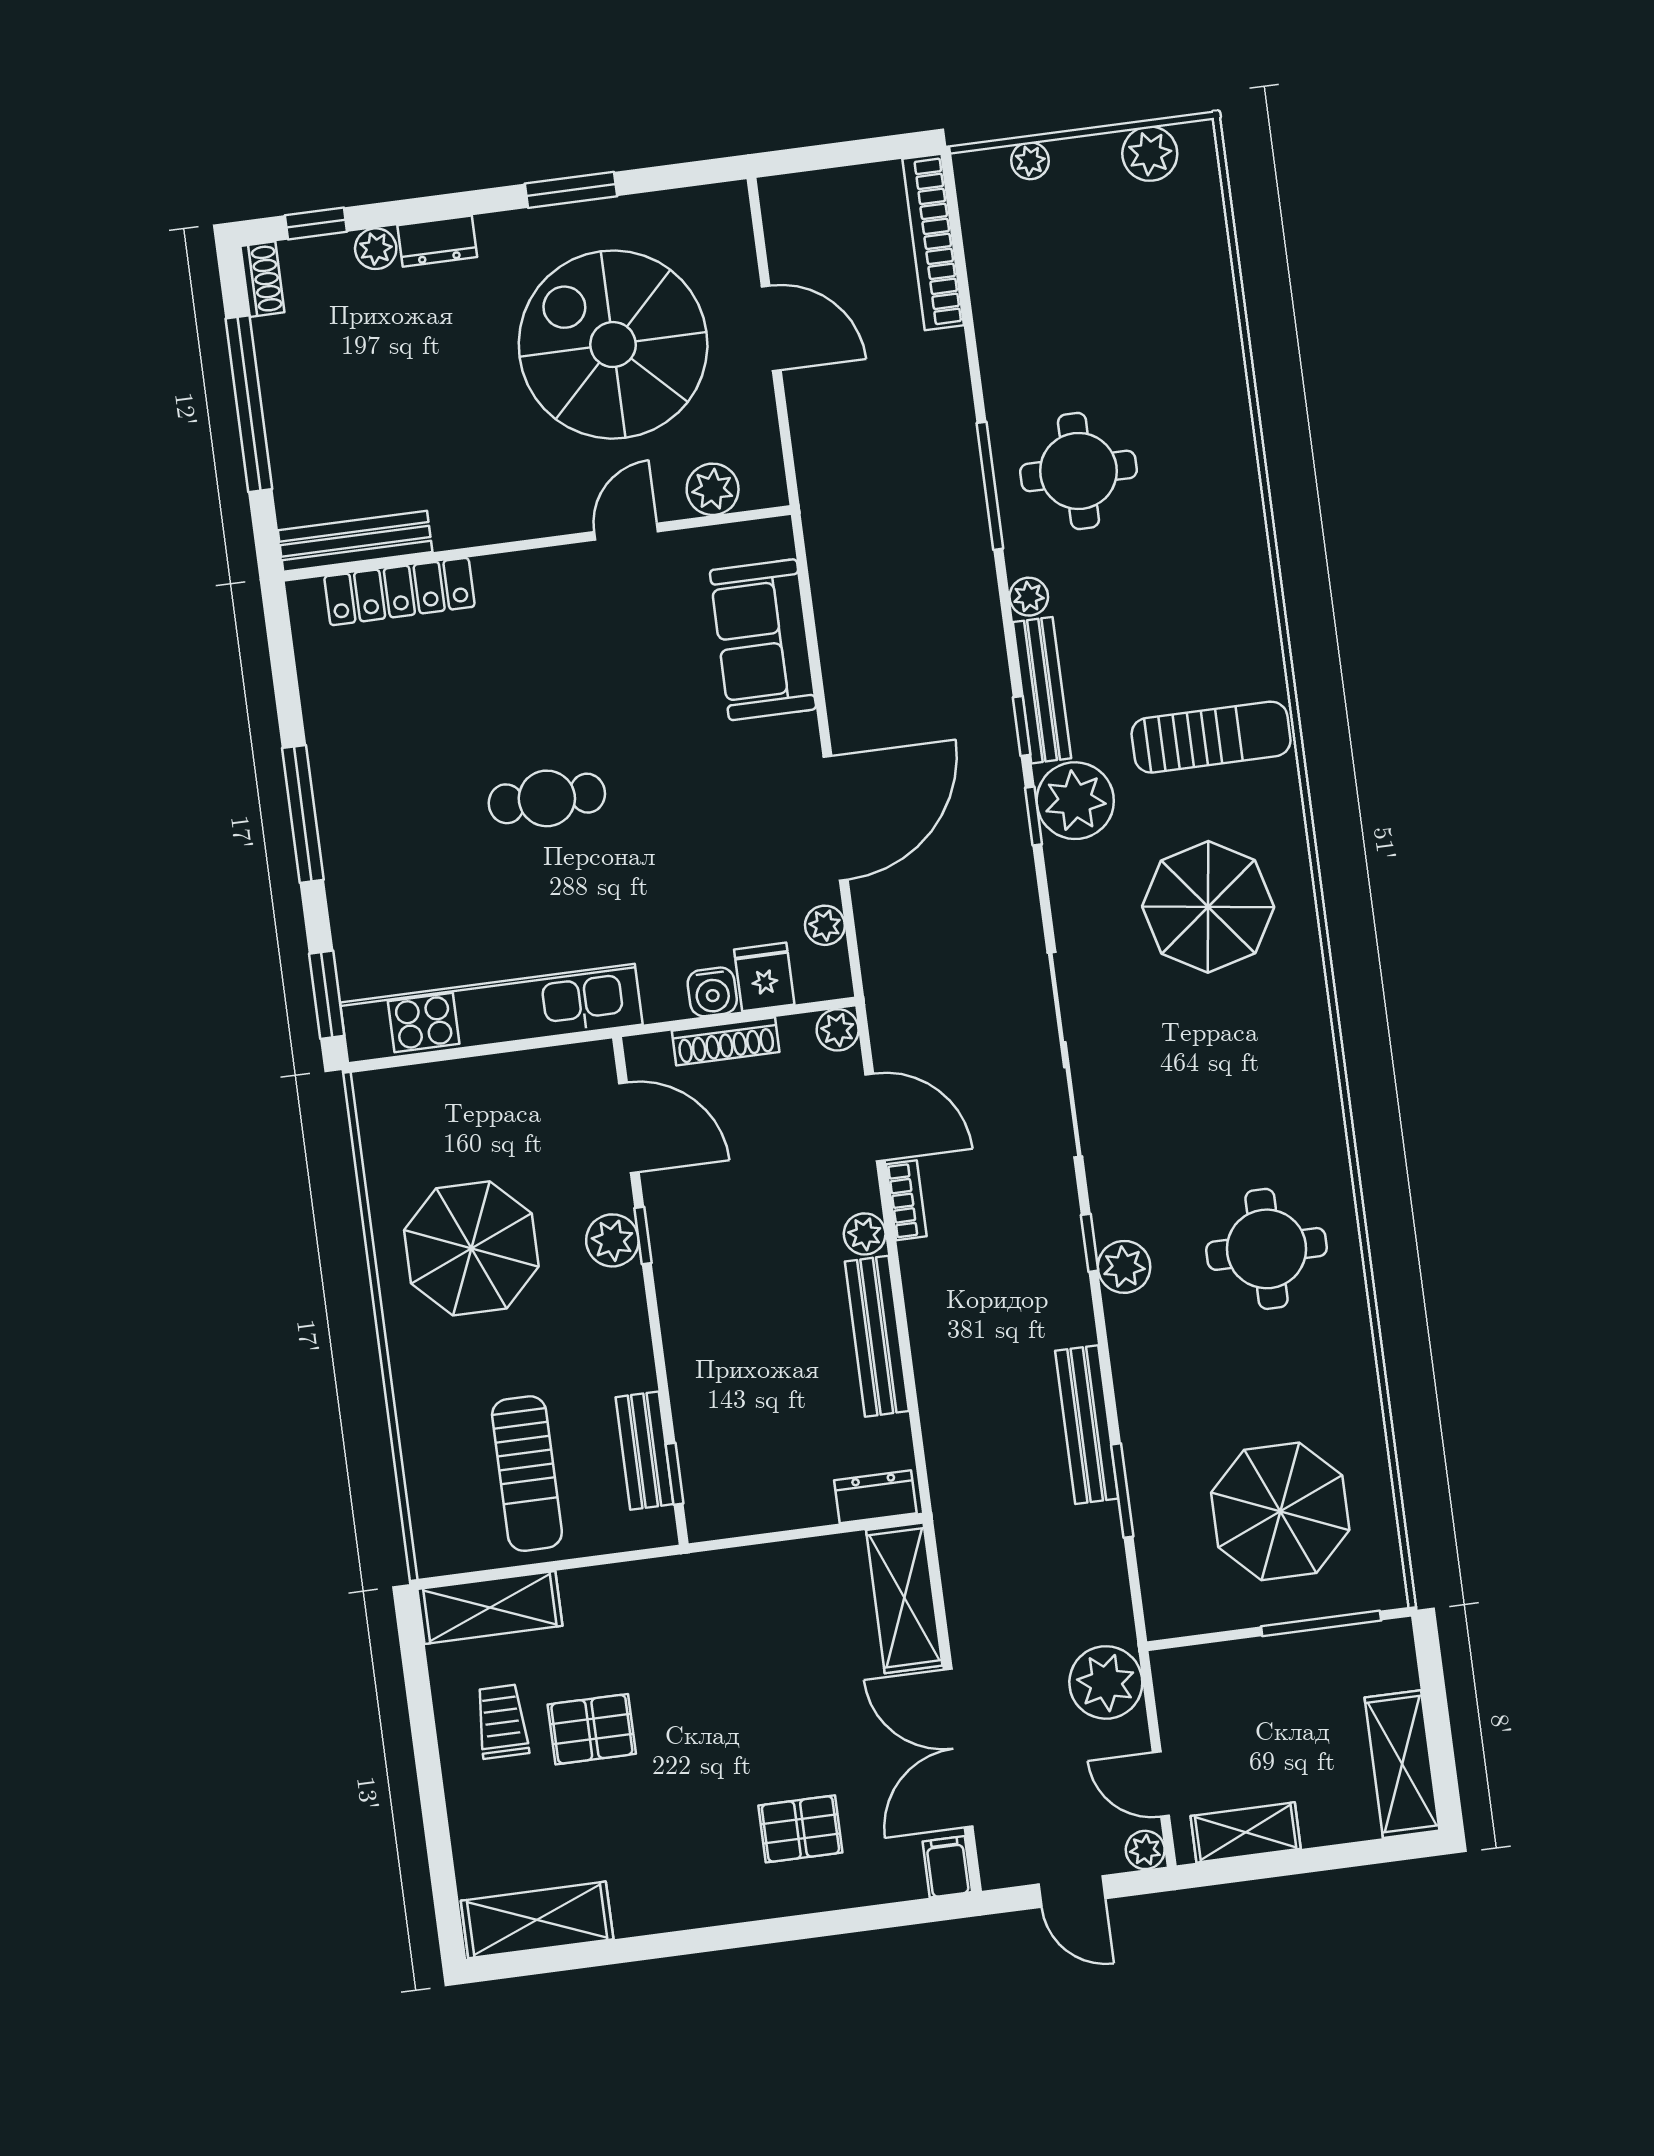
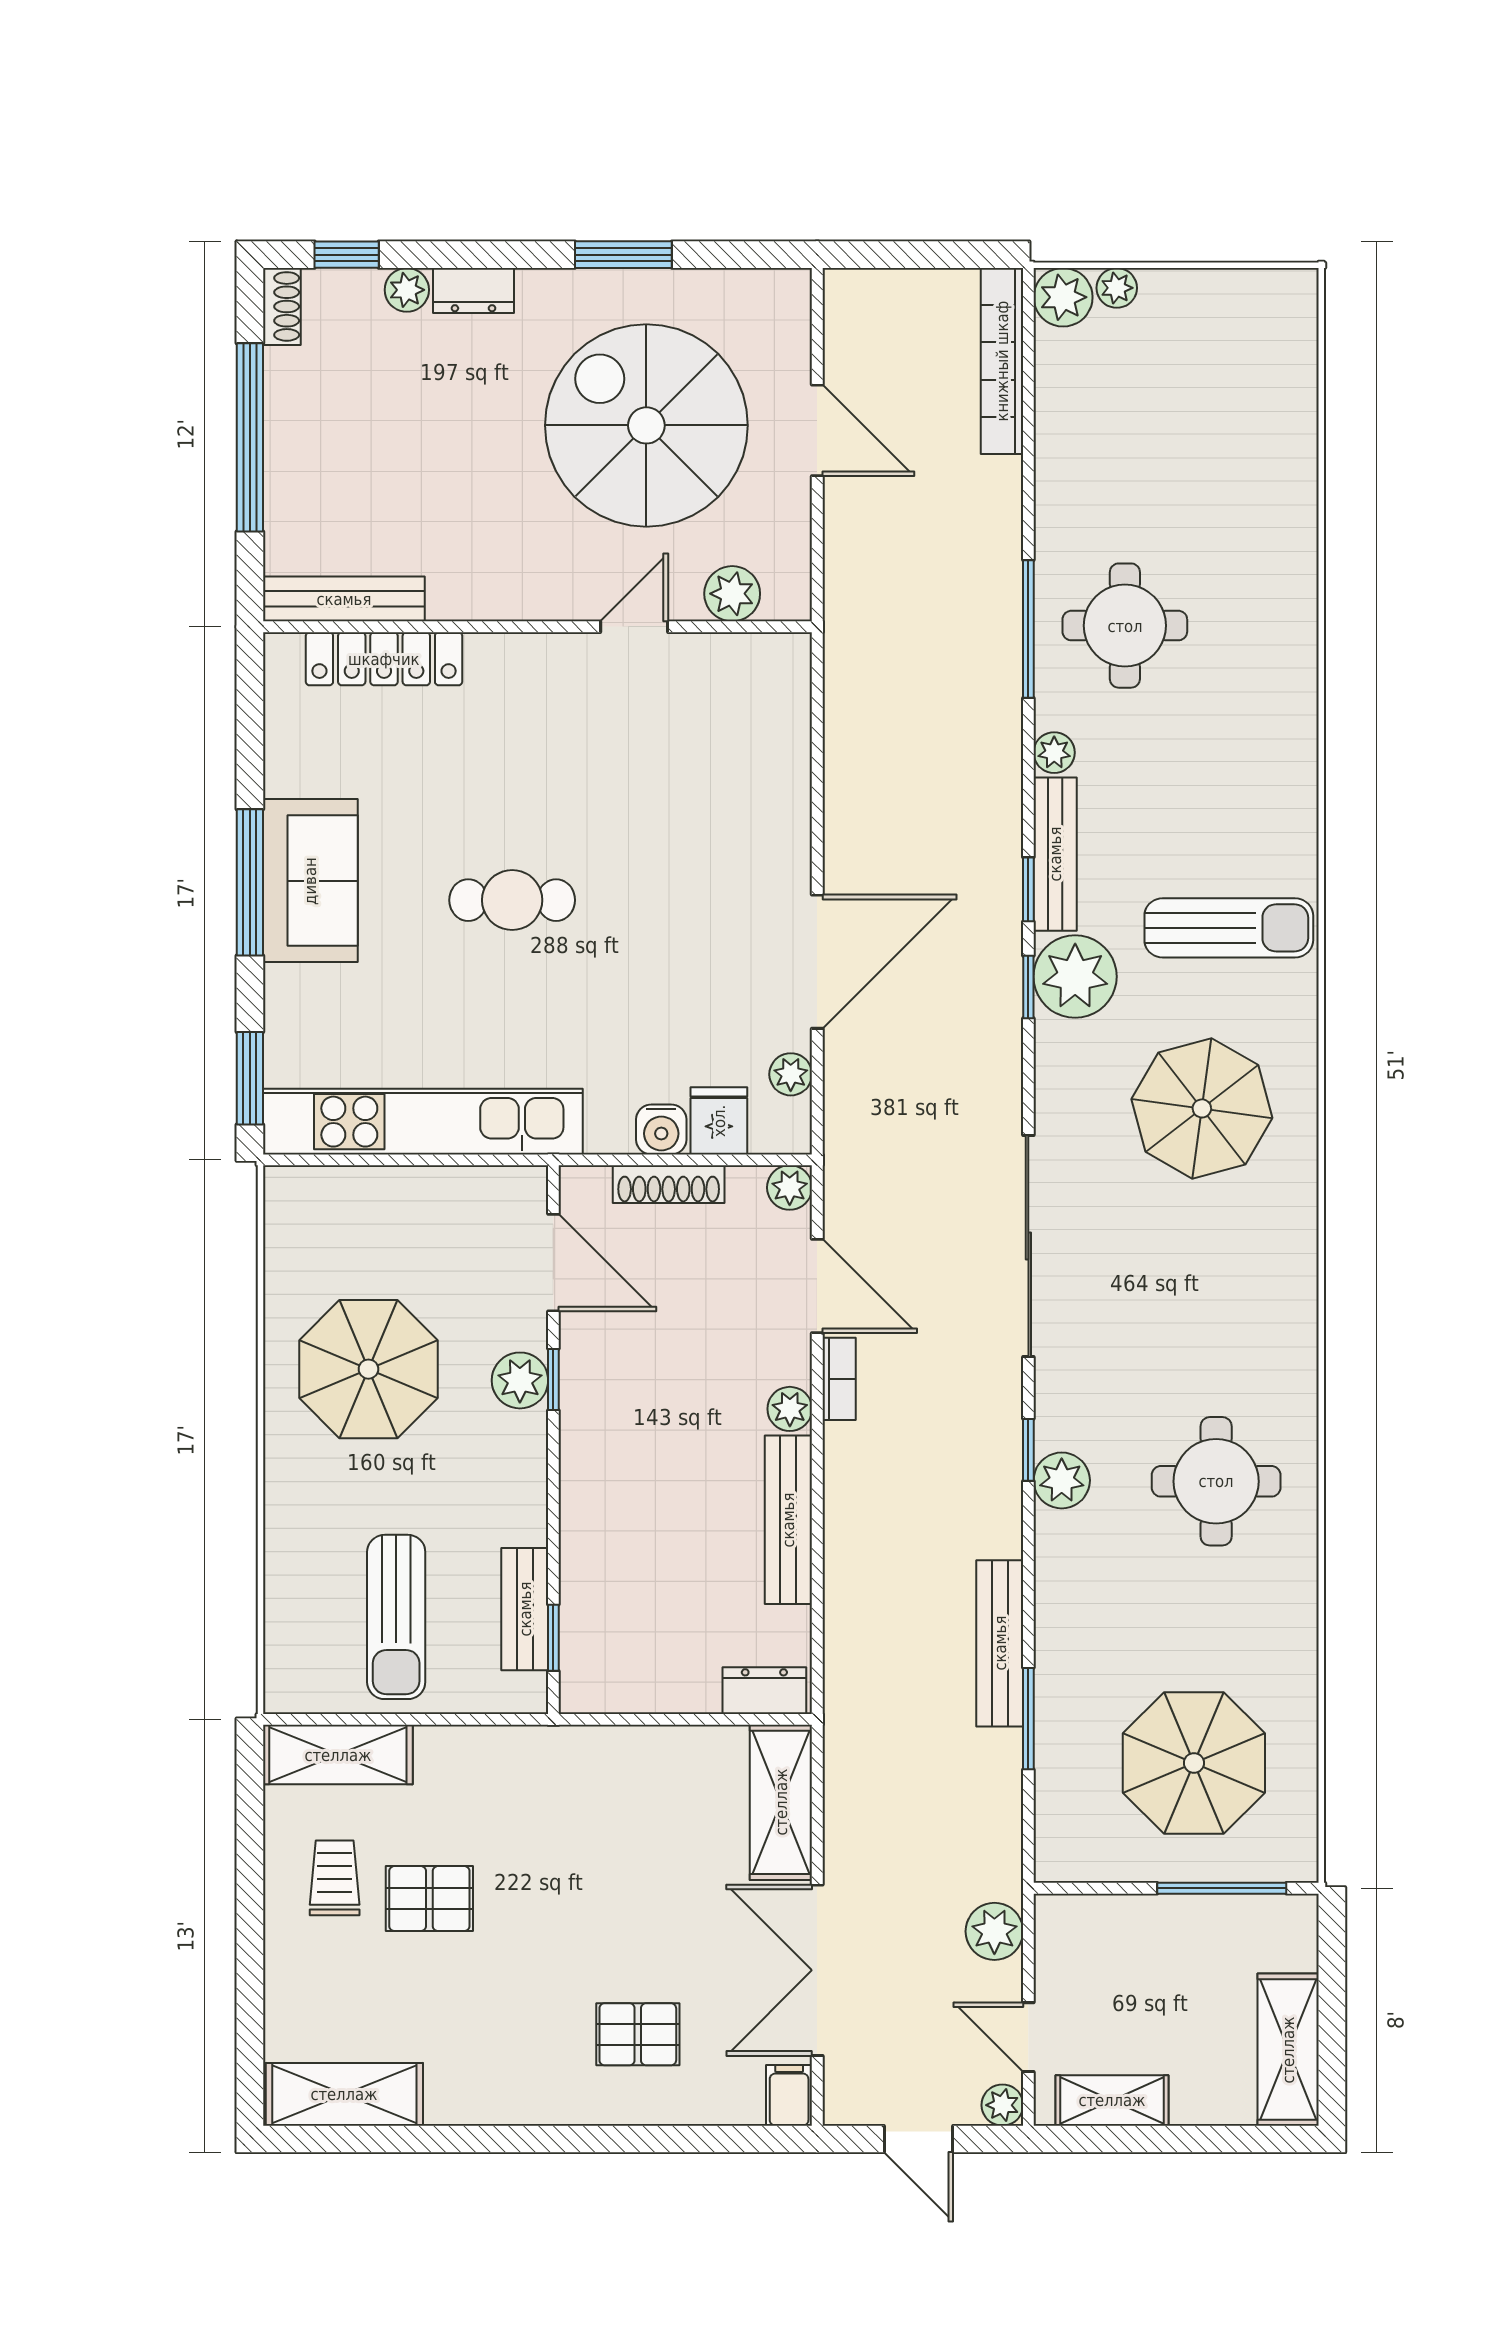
plant: (1150, 154) -> (1063, 297), moved
sofa: (763, 640) -> (310, 881), moved, turned 180
plant: (1106, 1682) -> (994, 1931), width x0.73, depth x0.73

